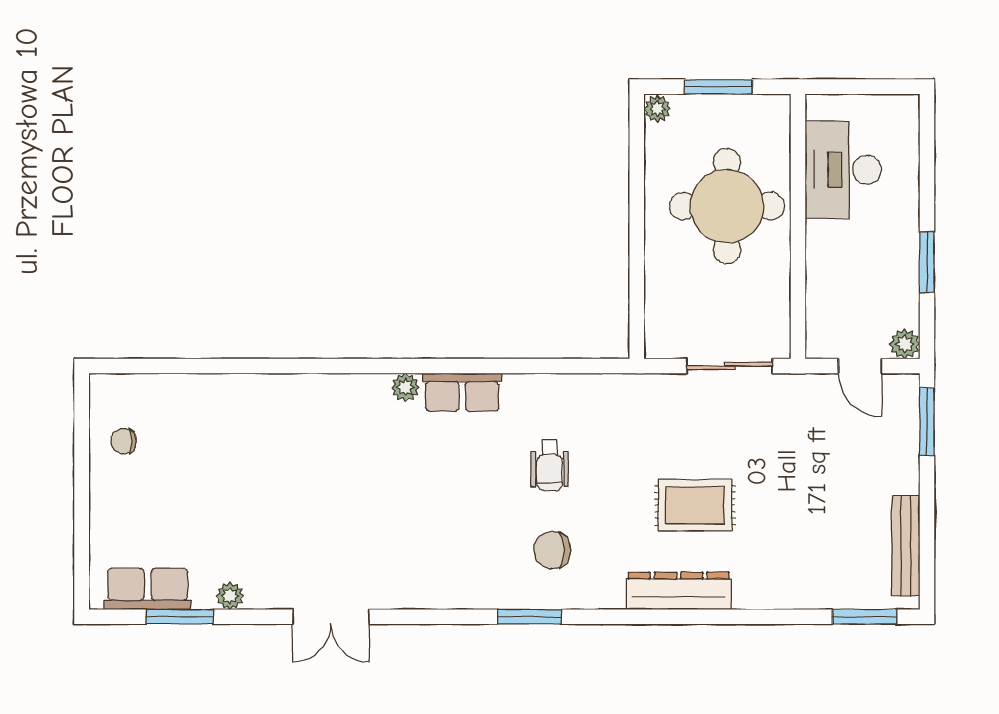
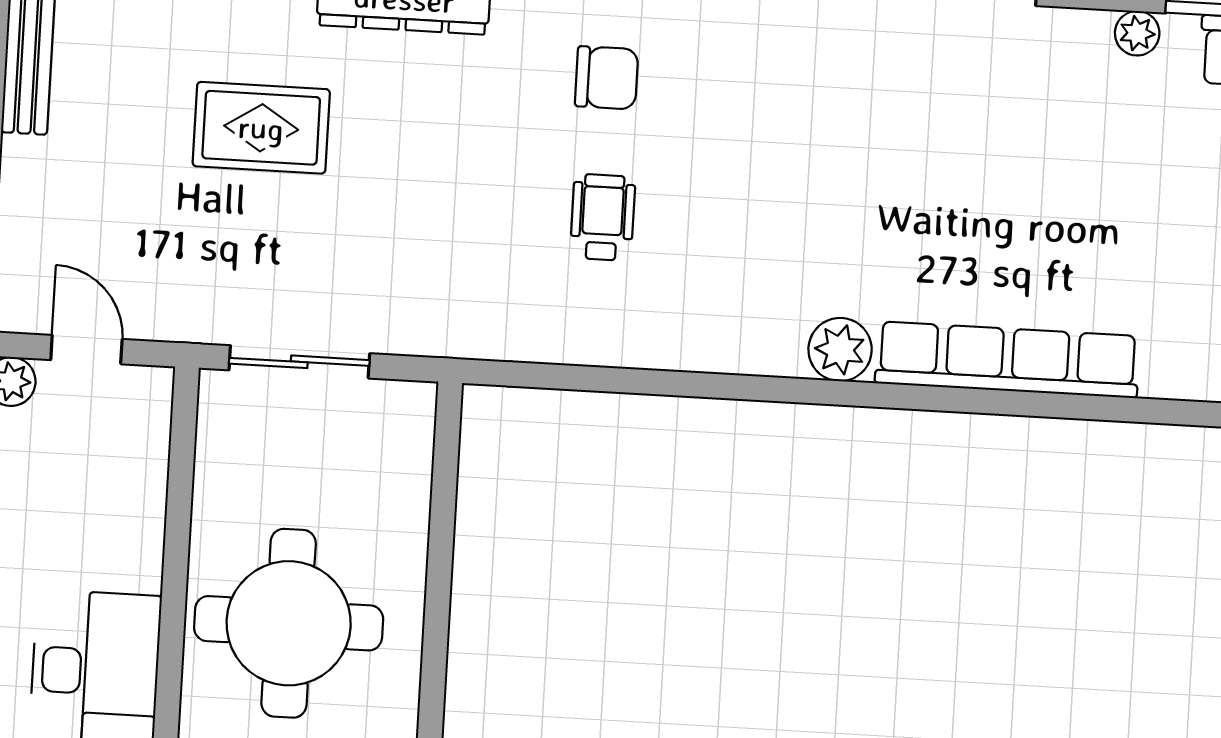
plant: (405, 387) -> (840, 350), width x1.38, depth x1.38
row of seats: (462, 392) -> (1007, 360), moved, width x2.02
rug: (695, 505) -> (261, 128), moved

